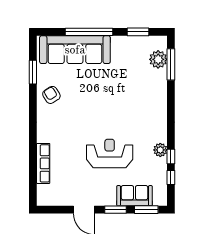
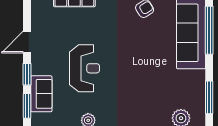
window: (89, 32) -> (209, 30), moved
window: (138, 32) -> (209, 97), width x1.44

